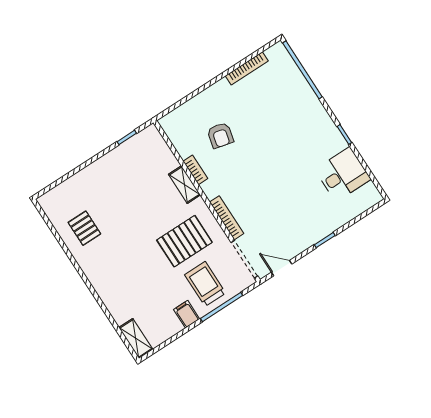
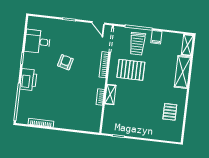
printer: (312, 113) -> (28, 80), added
armchair: (220, 135) -> (65, 62), moved
shelving: (112, 296) -> (183, 72), added

